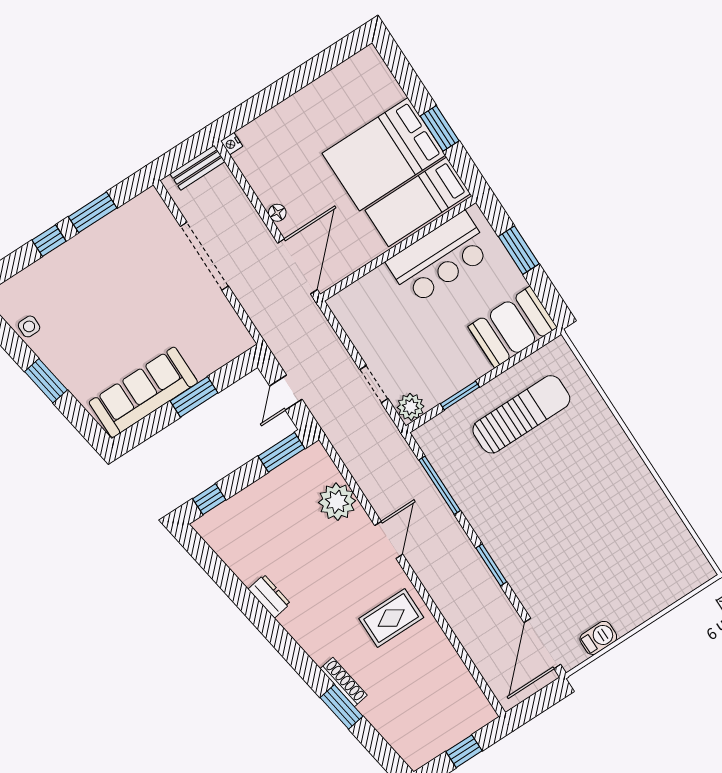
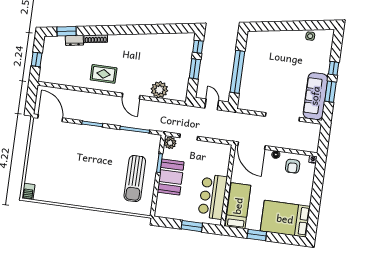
bed: (384, 154) -> (285, 219), moved, turned -90
bench: (198, 168) -> (315, 141), removed
armchair: (272, 168) -> (293, 166), added
booth: (513, 327) -> (171, 177), moved
window: (46, 381) -> (287, 26), removed
sofa: (143, 392) -> (315, 96), moved, turned 180
window: (194, 397) -> (237, 72), width x2.11
window: (282, 452) -> (195, 69), moved
dresser: (269, 596) -> (74, 40), moved
rug: (391, 618) -> (104, 74), turned 90
barbecue: (598, 638) -> (28, 191), moved
window: (341, 707) -> (67, 31), moved

